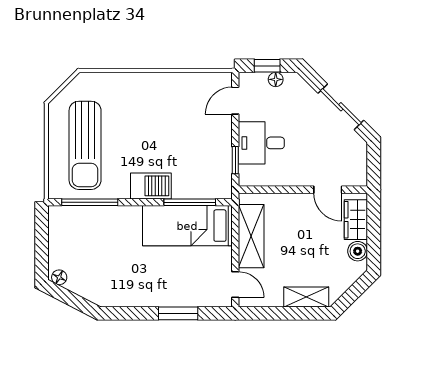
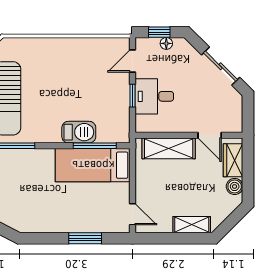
window: (235, 160) -> (133, 96), moved
barbecue: (151, 186) -> (79, 132), moved
shelving: (251, 236) -> (169, 148), moved, turned 90

